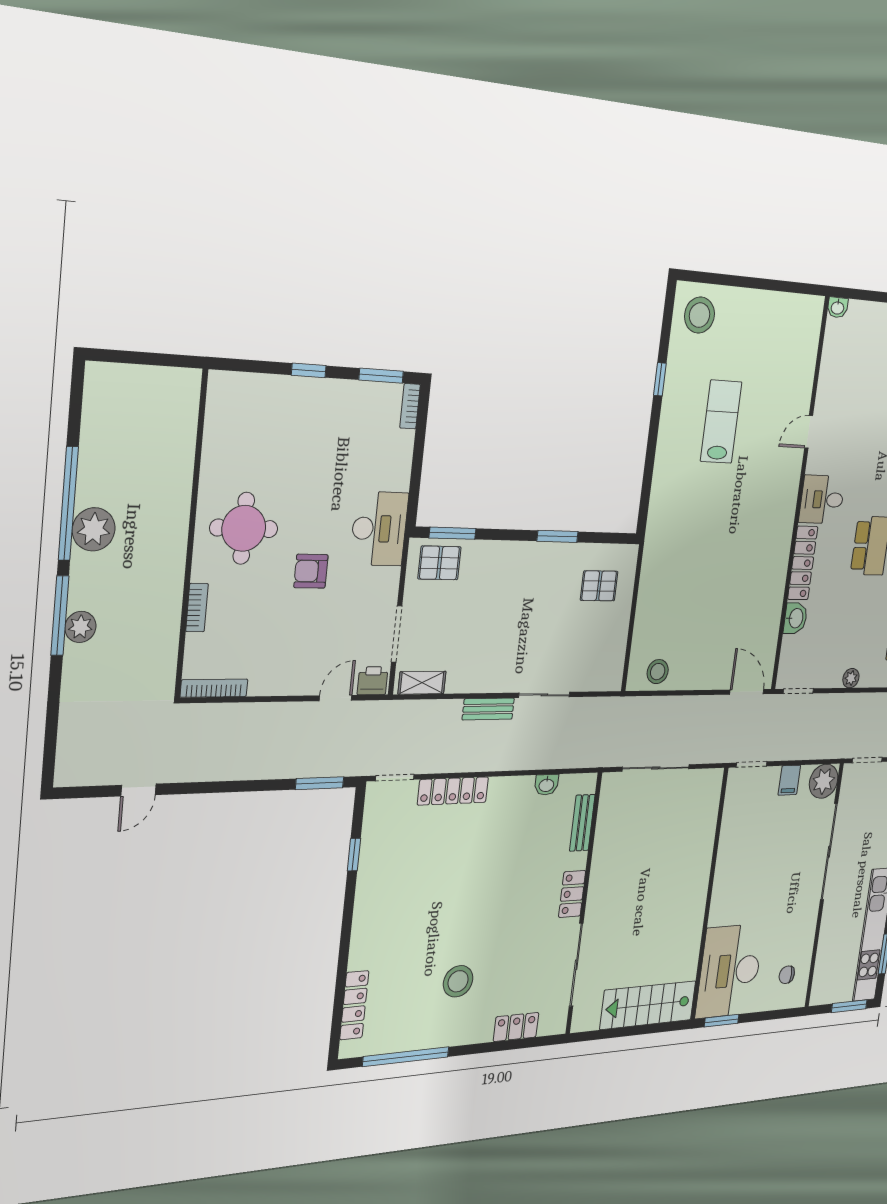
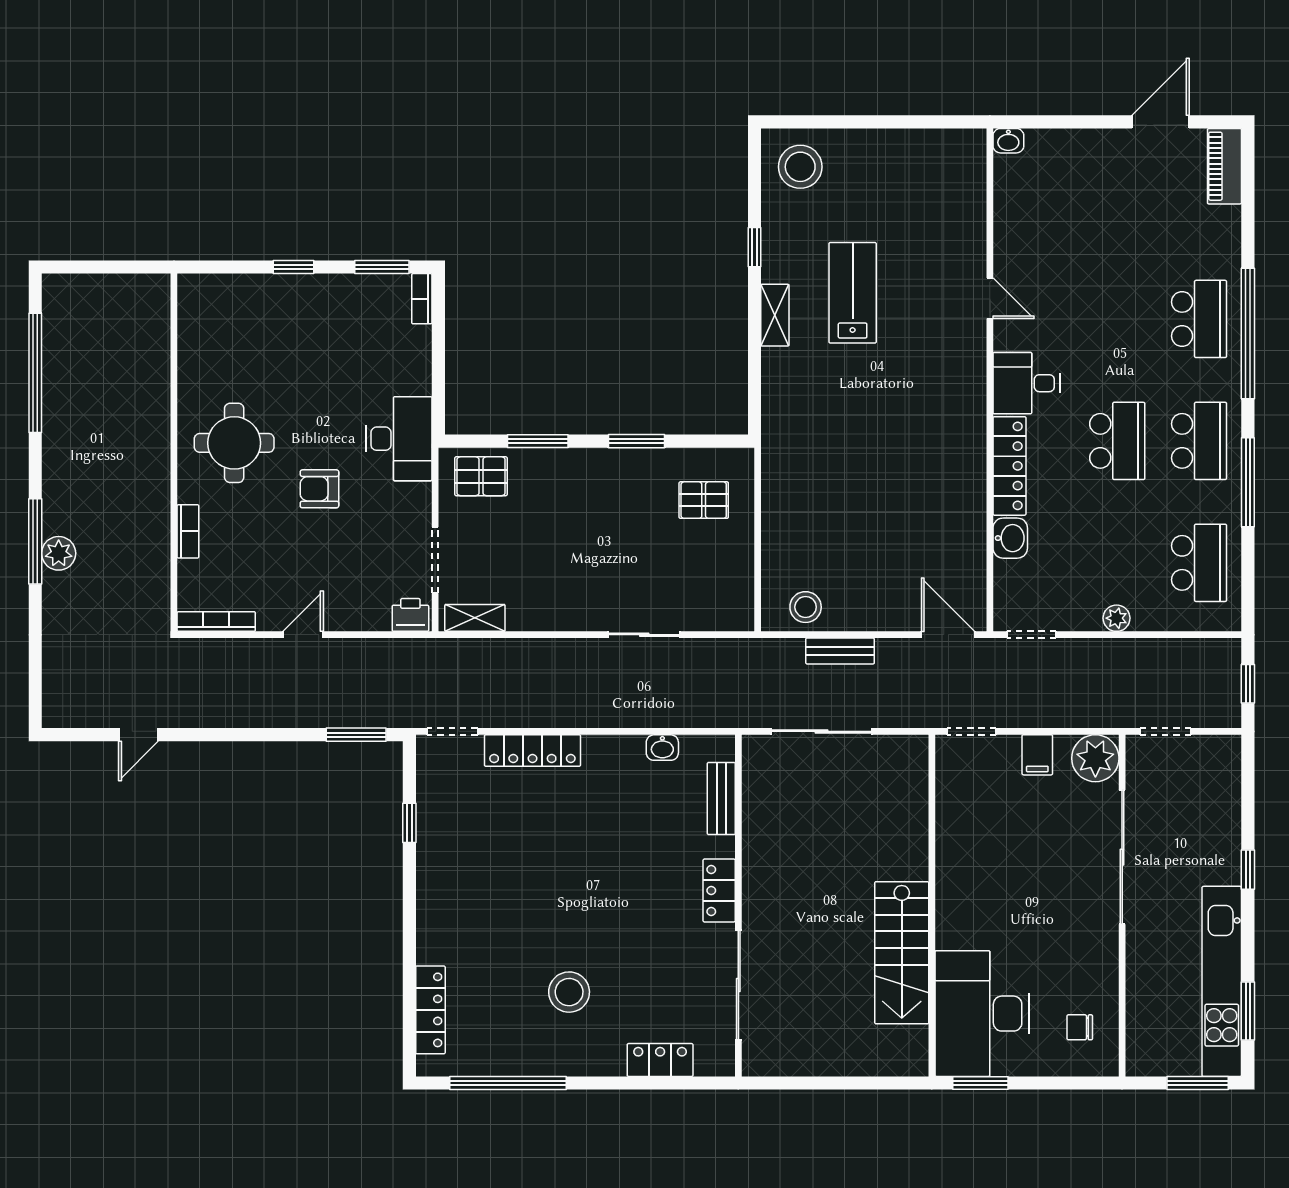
door: (809, 432) -> (990, 298), swing flipped
shelving: (667, 437) -> (775, 315), added
window: (68, 504) -> (35, 373), moved
plant: (94, 529) -> (65, 449), removed
window: (453, 533) -> (538, 441), moved
door: (336, 698) -> (303, 635), moved
bench: (488, 709) -> (840, 651), moved
stairs: (648, 1005) -> (902, 953), moved, turned -90

